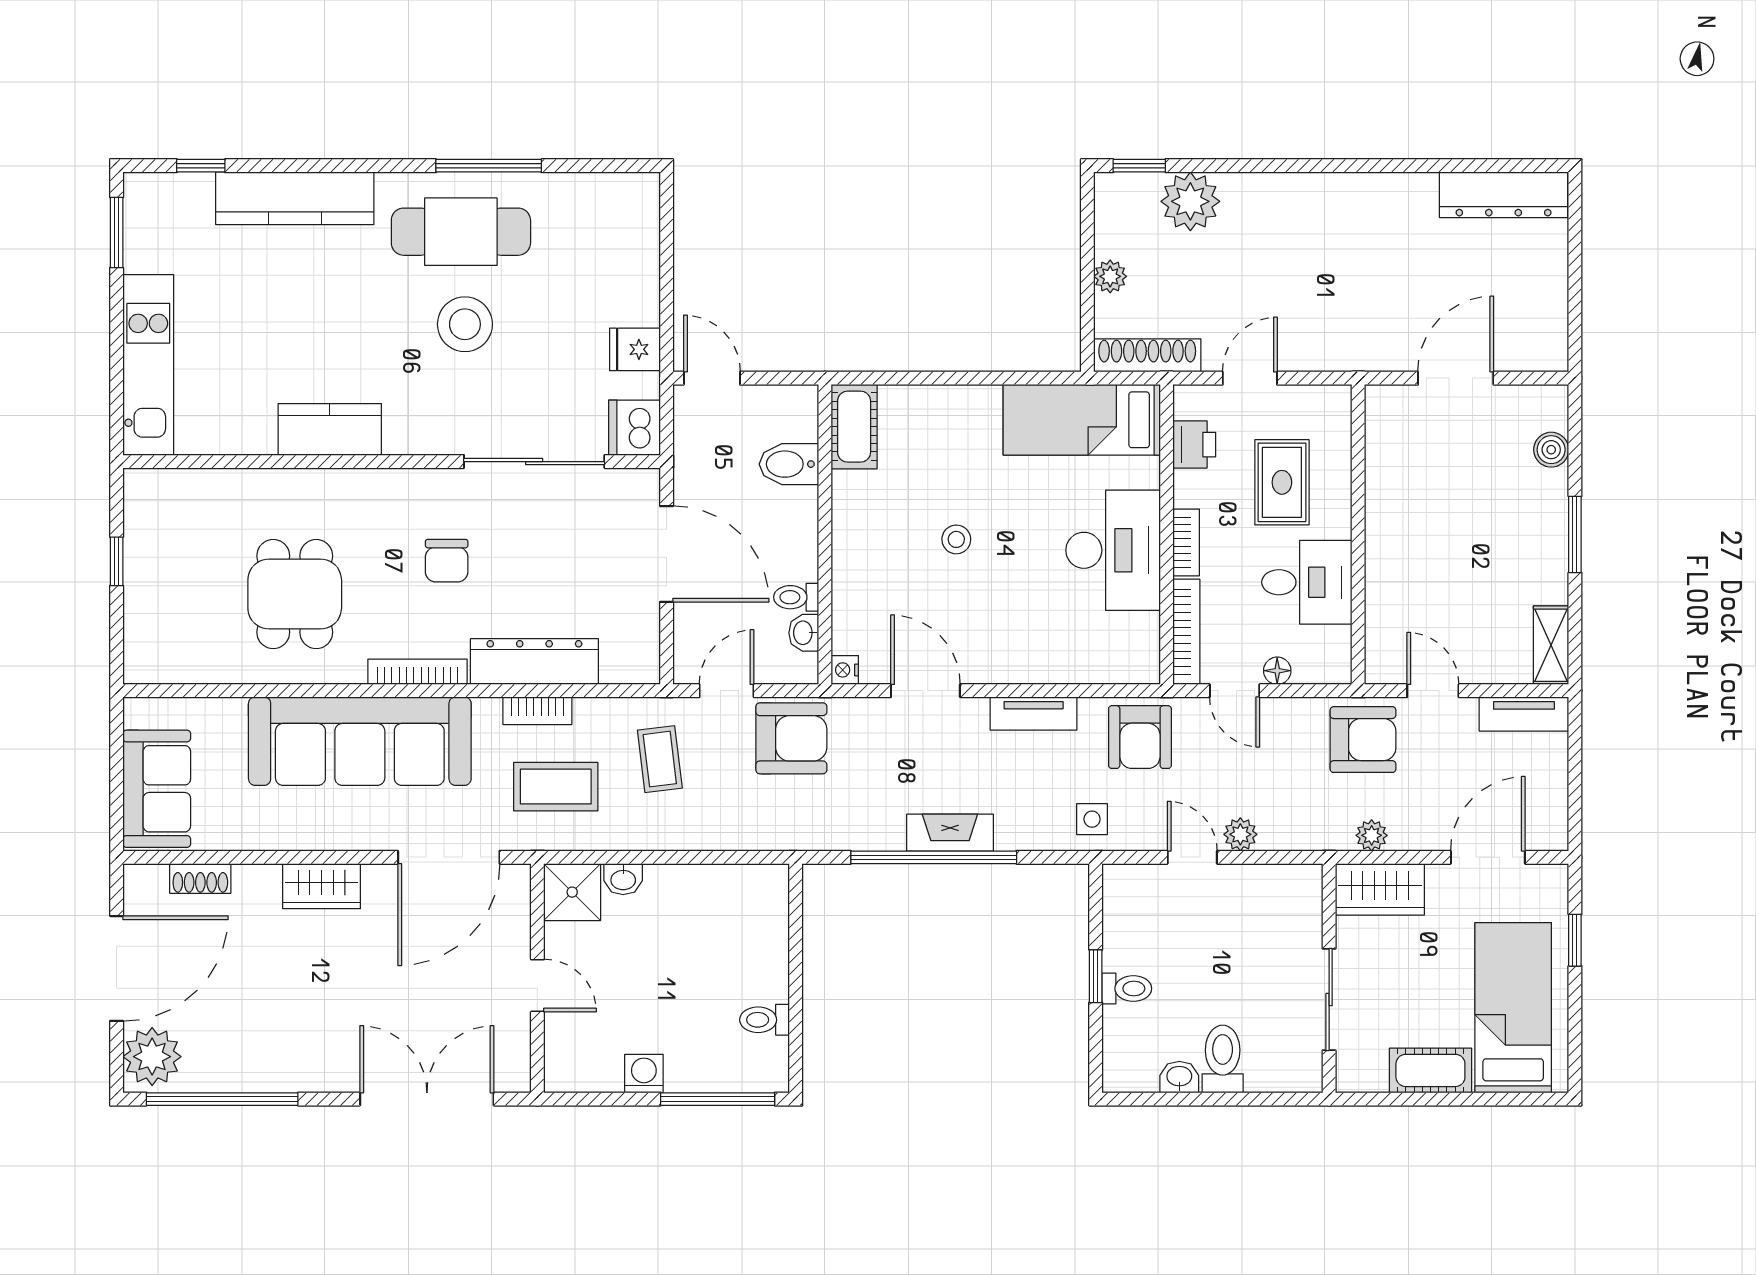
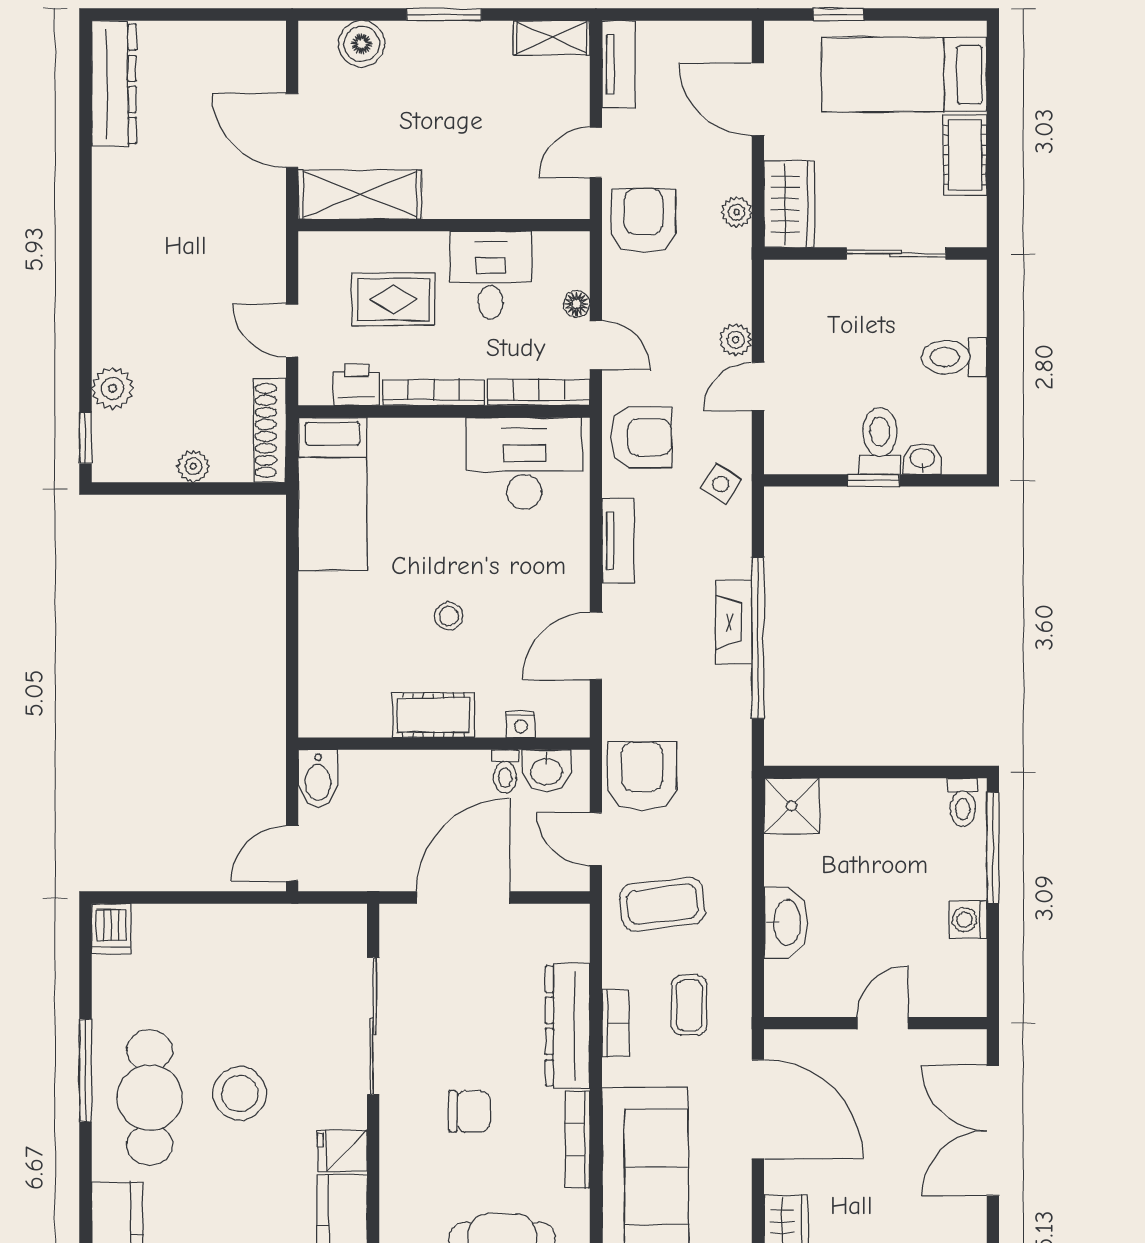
plant: (1190, 201) -> (113, 388), width x0.73, depth x0.73
fridge: (635, 349) -> (342, 1151), moved, turned 90
cot: (854, 427) -> (433, 715), moved
dishwasher: (634, 428) -> (111, 929), moved, width x0.73
shelving: (1390, 448) -> (360, 194), added
boiler: (1551, 450) -> (362, 44), width x1.36, depth x1.36
bidet: (789, 464) -> (318, 779), moved
bookcase: (1186, 542) -> (434, 392), width x1.56
desk: (1113, 550) -> (524, 463), moved
washbasin: (804, 633) -> (546, 771), width x1.38, depth x1.45
nightstand: (845, 670) -> (521, 724), moved
door: (1235, 691) -> (596, 345), hinge flipped
coffee table: (660, 759) -> (662, 904), width x1.36, depth x1.30
coffee table: (556, 787) -> (689, 1005), width x0.73, depth x0.77
side table: (1092, 819) -> (721, 484), turned 32
washbasin: (623, 879) -> (786, 923), width x1.91, depth x1.45
shower: (572, 892) -> (792, 806), moved
toilet: (1127, 989) -> (880, 441), width x1.37, depth x1.39
toilet: (765, 1020) -> (963, 802), moved
washbasin: (1179, 1077) -> (922, 459), moved, turned 90

